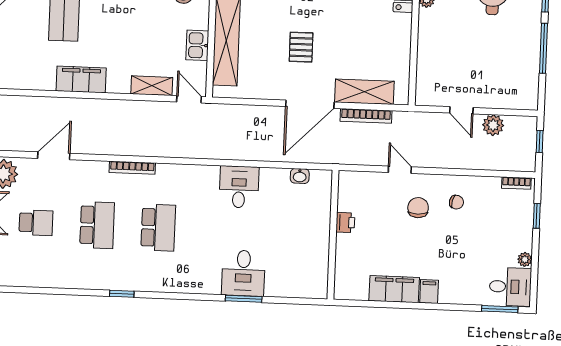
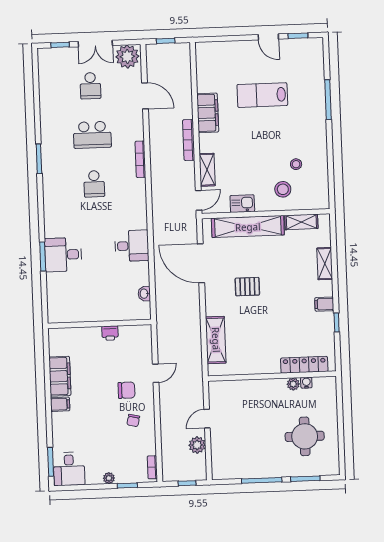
door: (310, 104) -> (201, 263), moved
bookcase: (366, 116) -> (189, 140), moved
school desk: (158, 228) -> (94, 184), width x0.54
plant: (525, 259) -> (109, 478), moved
window: (122, 294) -> (39, 159), width x1.50

